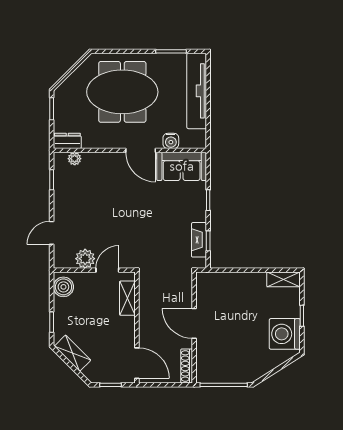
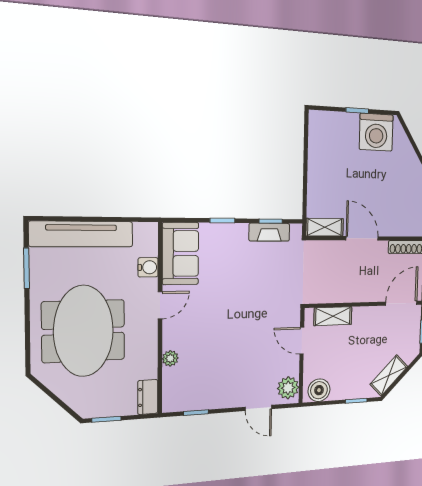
door: (141, 150) -> (160, 305), width x0.73
plant: (75, 159) -> (170, 358), moved
plant: (85, 259) -> (288, 388), moved
shelving: (284, 279) -> (325, 227), moved, turned 90
door: (194, 323) -> (362, 238), swing flipped

